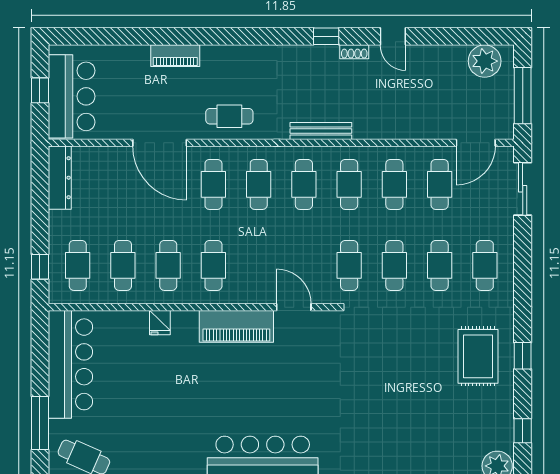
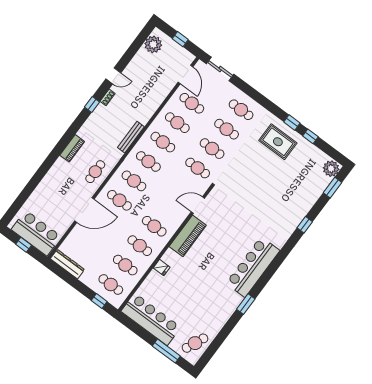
piano: (175, 56) -> (72, 148), moved
window: (523, 96) -> (180, 39), width x0.46
window: (523, 431) -> (310, 136), moved

